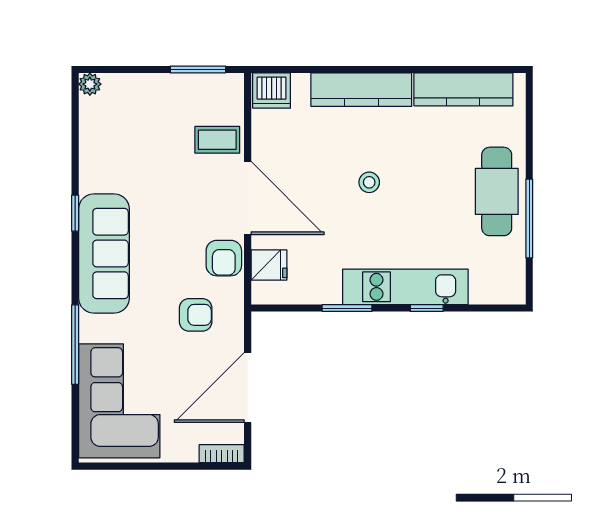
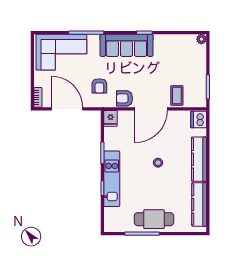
fridge: (269, 265) -> (111, 118), moved

